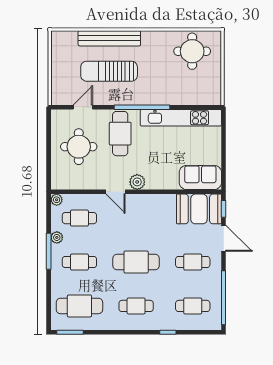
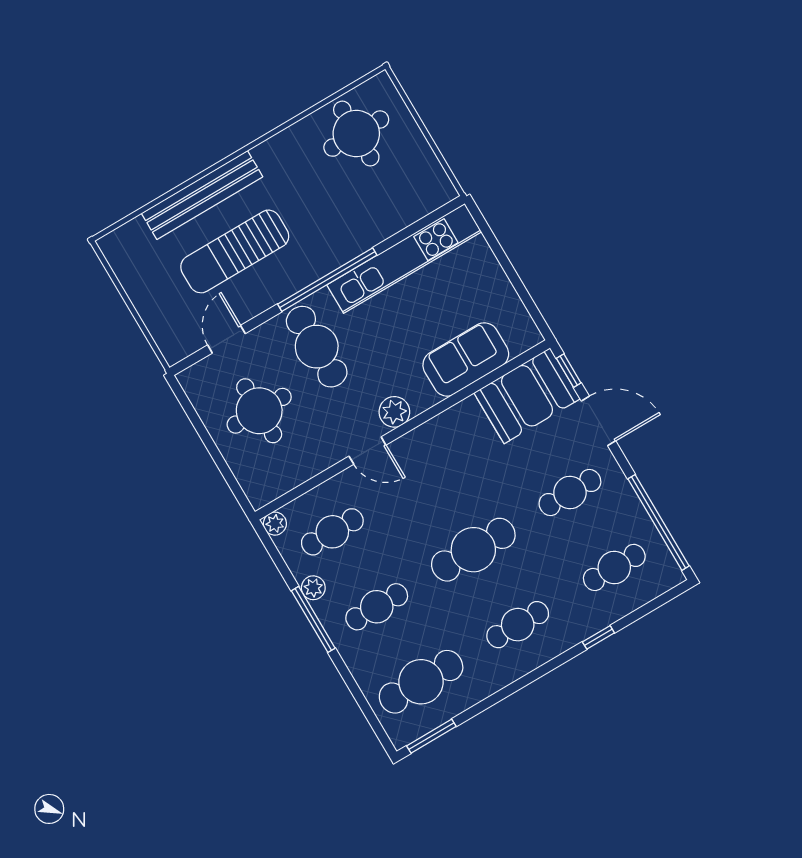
sofa: (200, 177) -> (466, 359), moved

